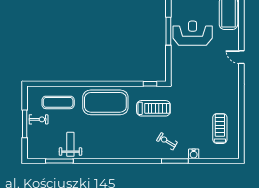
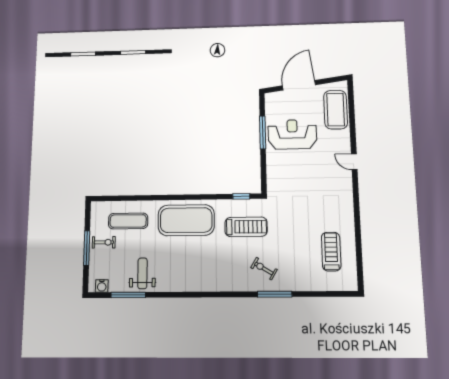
water cooler: (194, 154) -> (102, 286), moved

